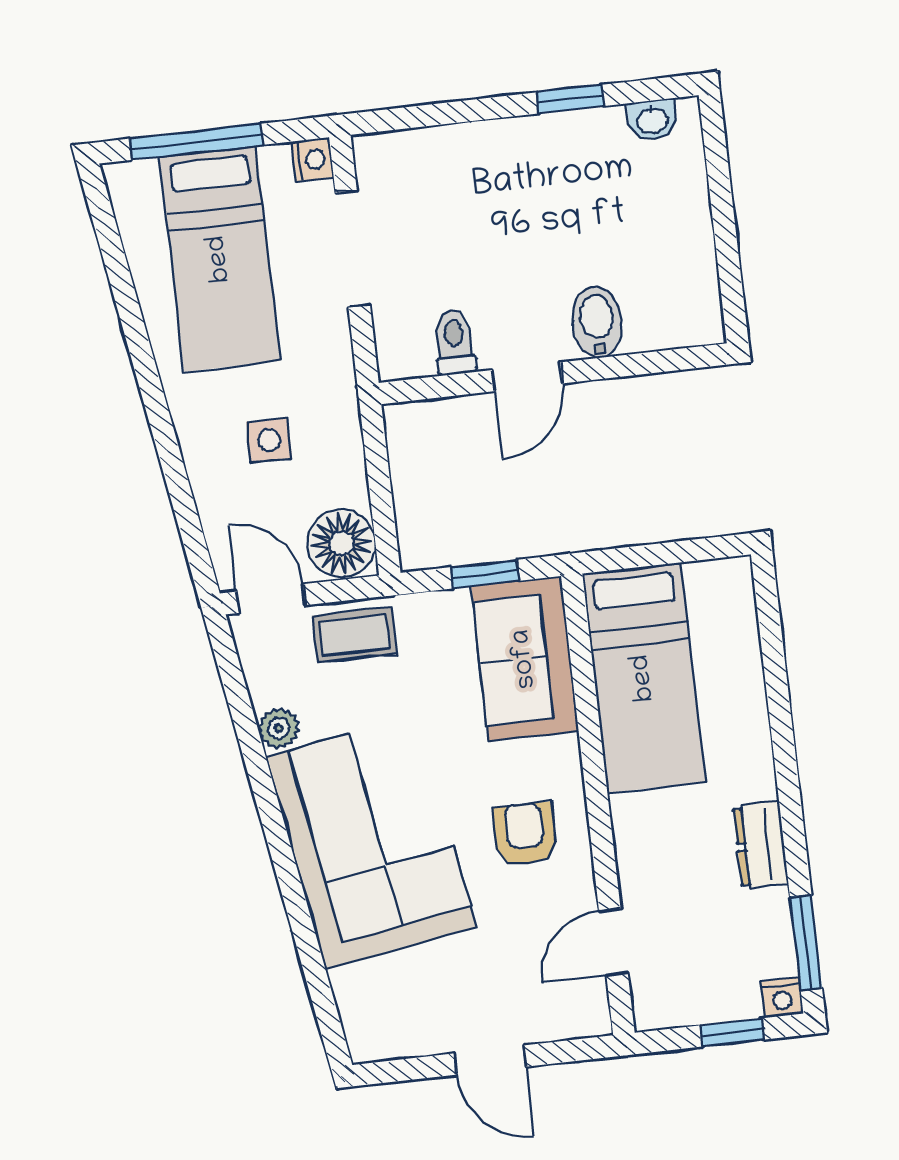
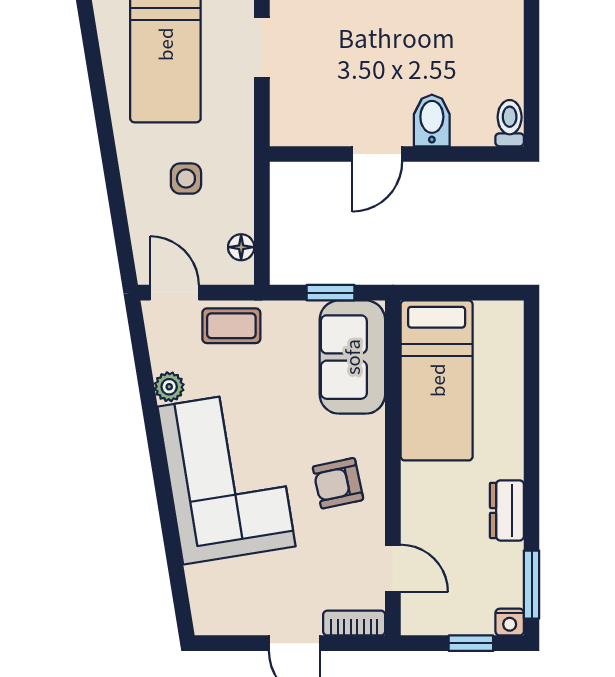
doorway: (353, 249) -> (262, 48), width x0.73
toilet: (454, 342) -> (510, 123), moved
floor lamp: (341, 543) -> (241, 247), width x0.53, depth x0.53
armchair: (525, 834) -> (338, 483), turned -102
door: (613, 942) -> (393, 568), swing flipped
bookcase: (569, 1023) -> (354, 623), added

